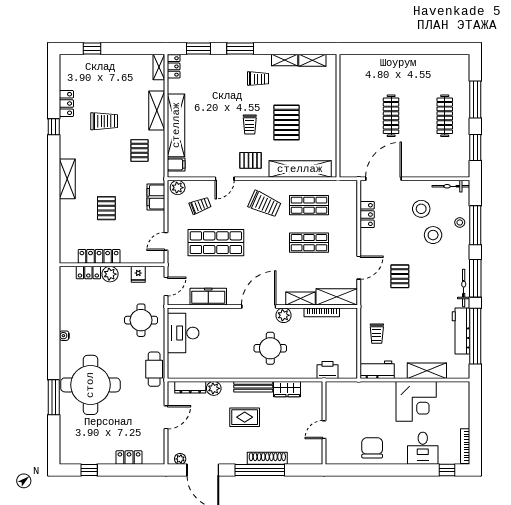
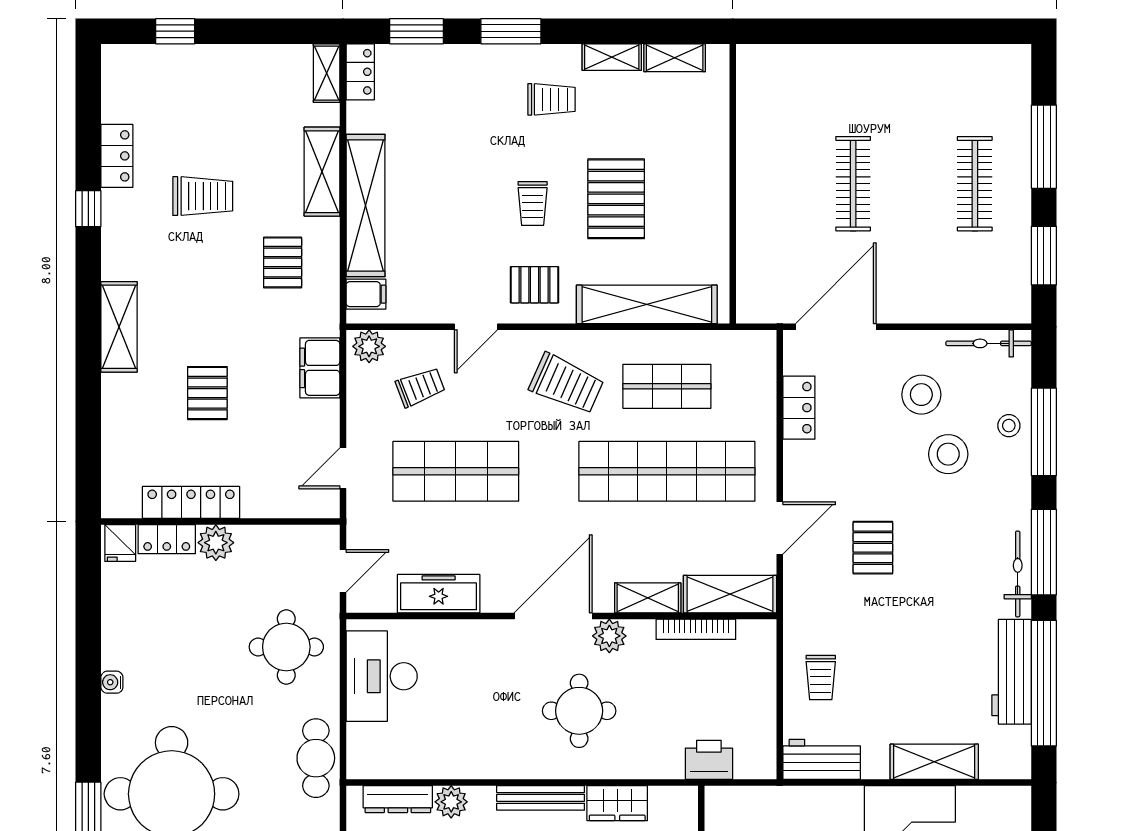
shop shelf: (309, 243) -> (667, 471), width x2.00, depth x1.36
fridge: (138, 274) -> (120, 543), moved

